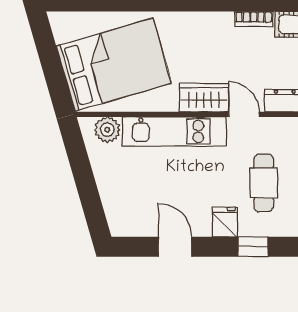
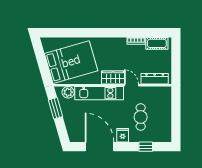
window: (80, 164) -> (55, 108), added
door: (175, 247) -> (99, 147), width x1.87
window: (253, 247) -> (146, 147), moved

